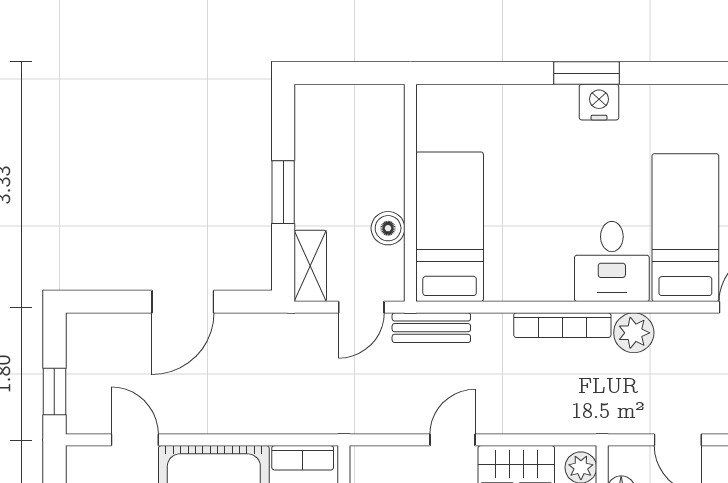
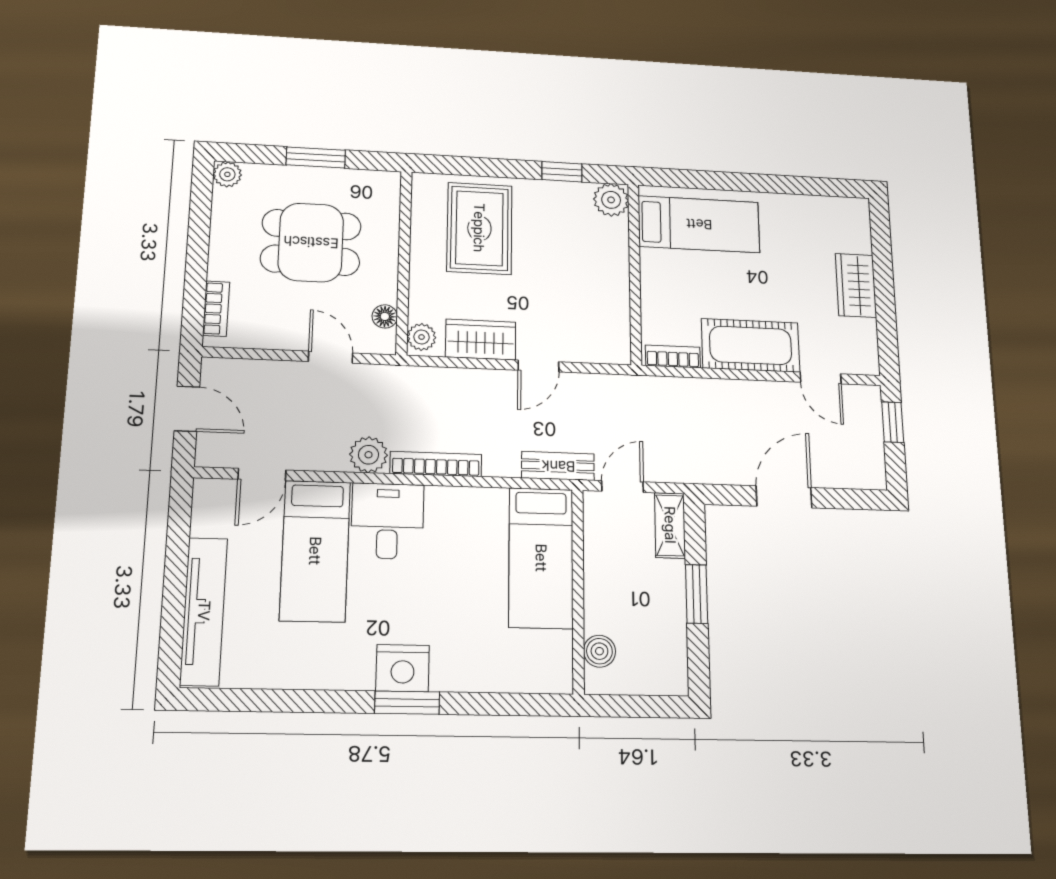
nightstand: (599, 102) -> (403, 668), width x1.36, depth x1.33
boiler: (388, 228) -> (599, 651), moved

